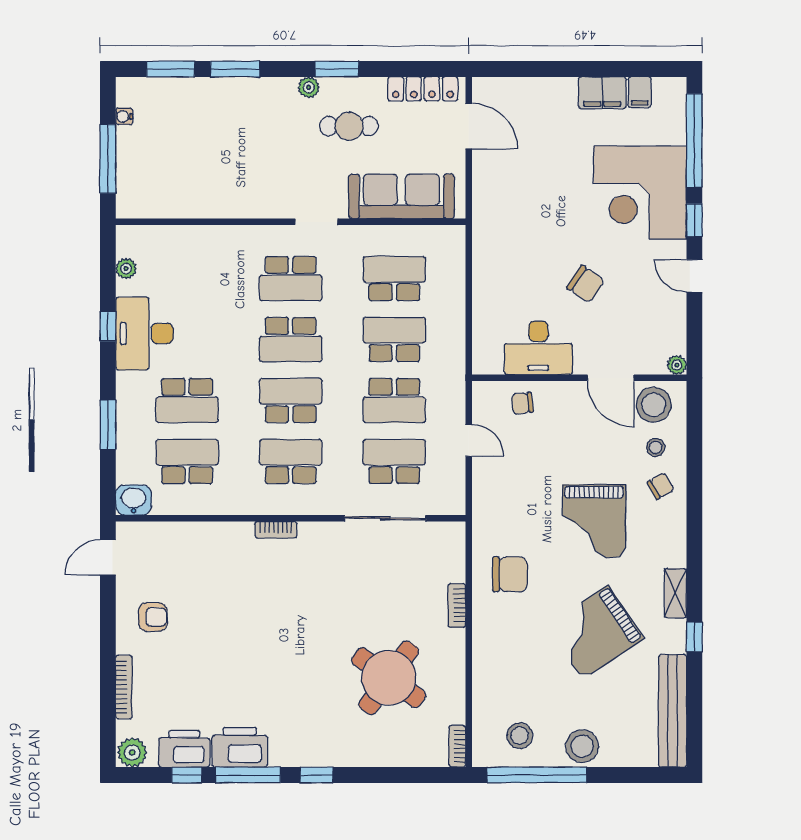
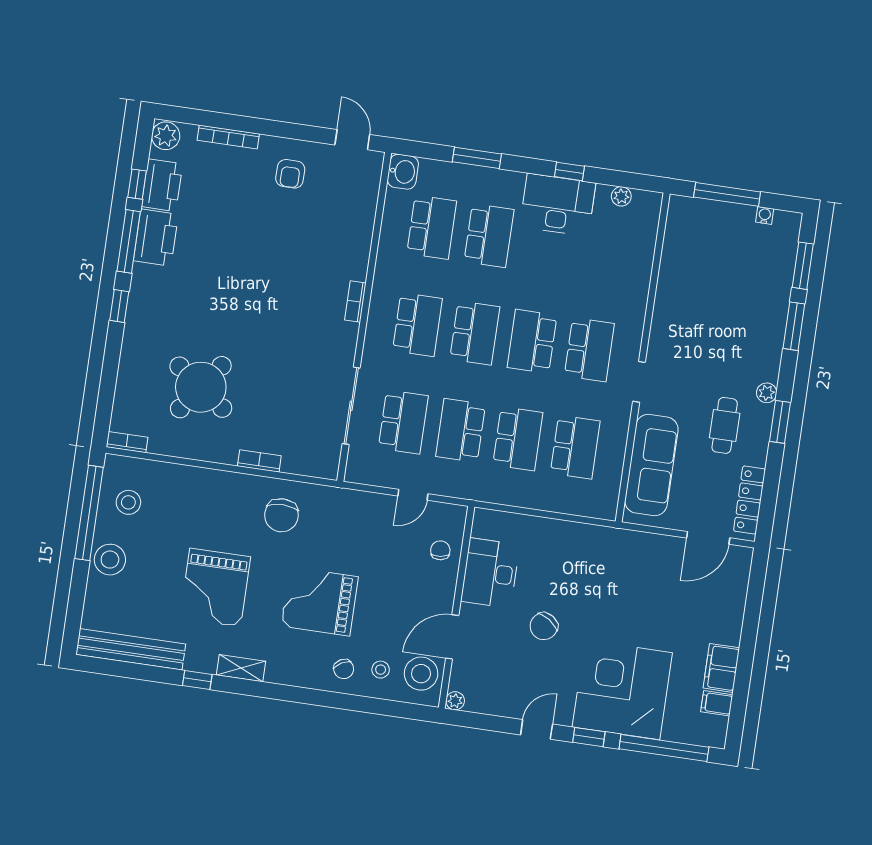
school desk: (291, 279) -> (589, 350), turned 180
school desk: (187, 401) -> (489, 236), turned 180
grand piano: (595, 632) -> (215, 587), turned -146

